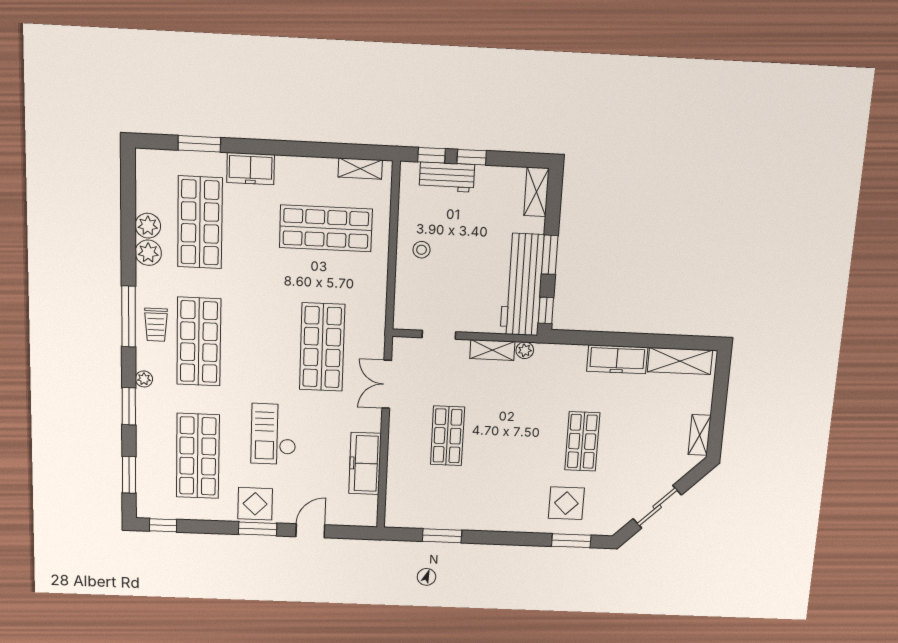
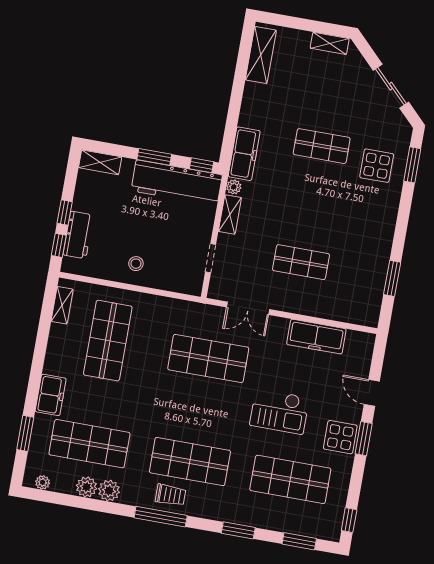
freezer: (617, 359) -> (244, 154), moved
plant: (144, 379) -> (43, 482), moved

